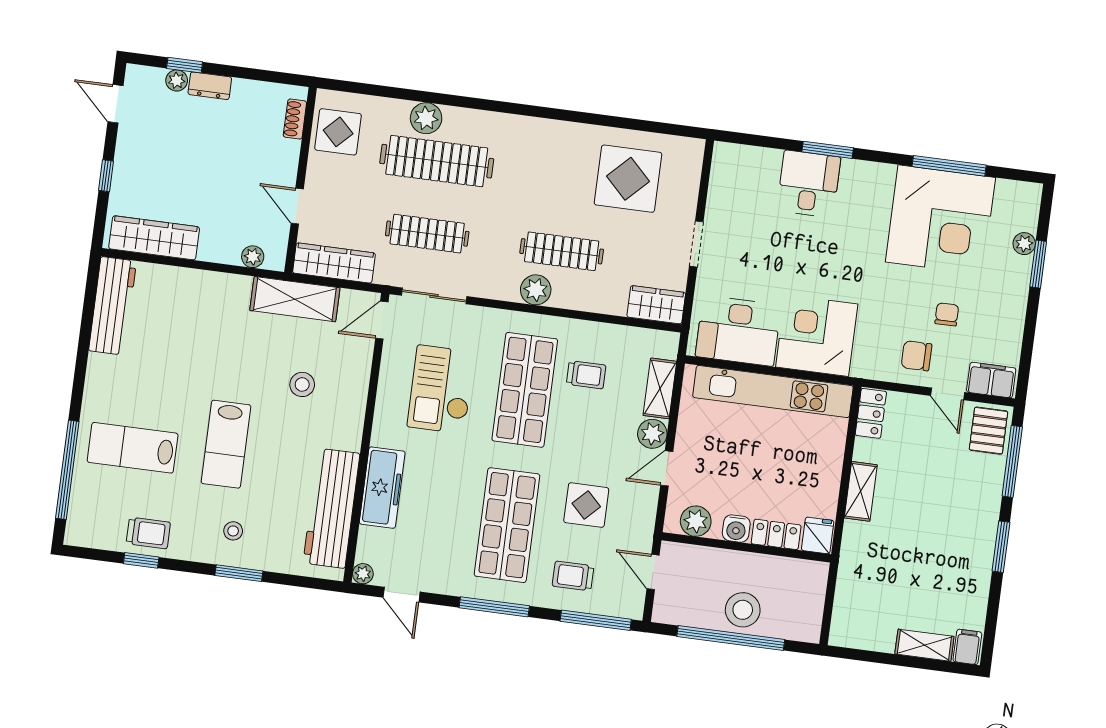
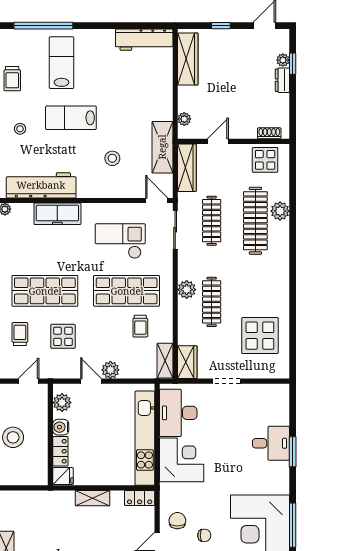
shelving: (660, 388) -> (165, 361), moved, turned 90

